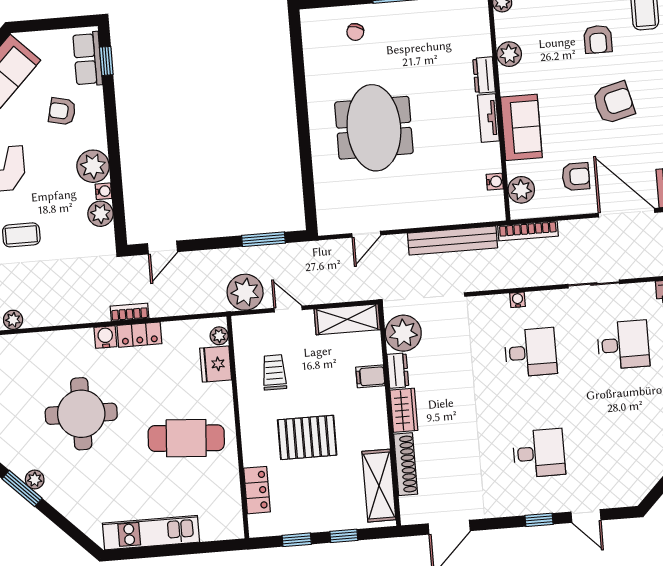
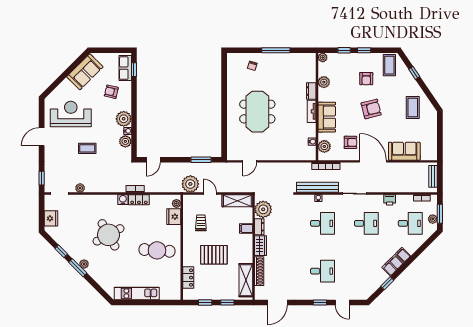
bench: (453, 240) -> (317, 187), moved
round table: (81, 414) -> (108, 235), turned -30

